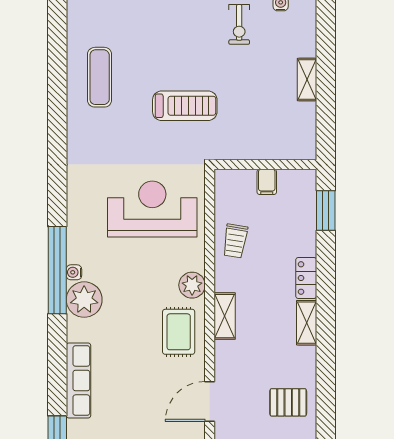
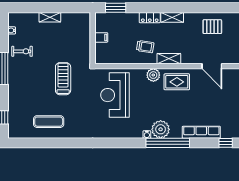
trolley: (235, 241) -> (145, 47), moved
window: (57, 270) -> (168, 143), moved
pallet: (288, 402) -> (212, 27), turned 90

